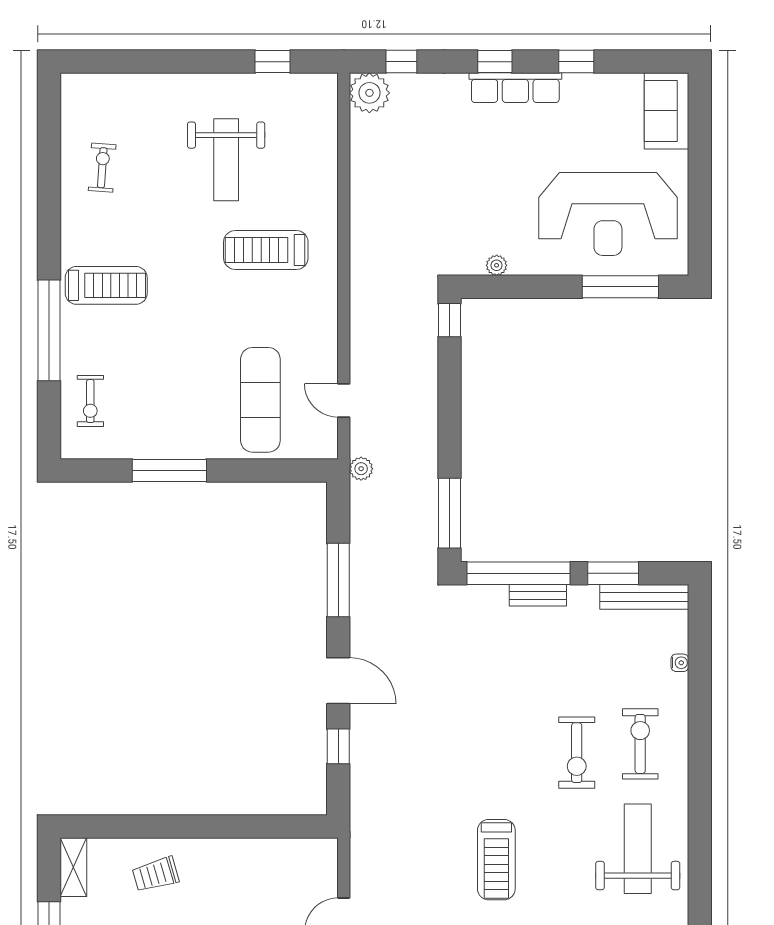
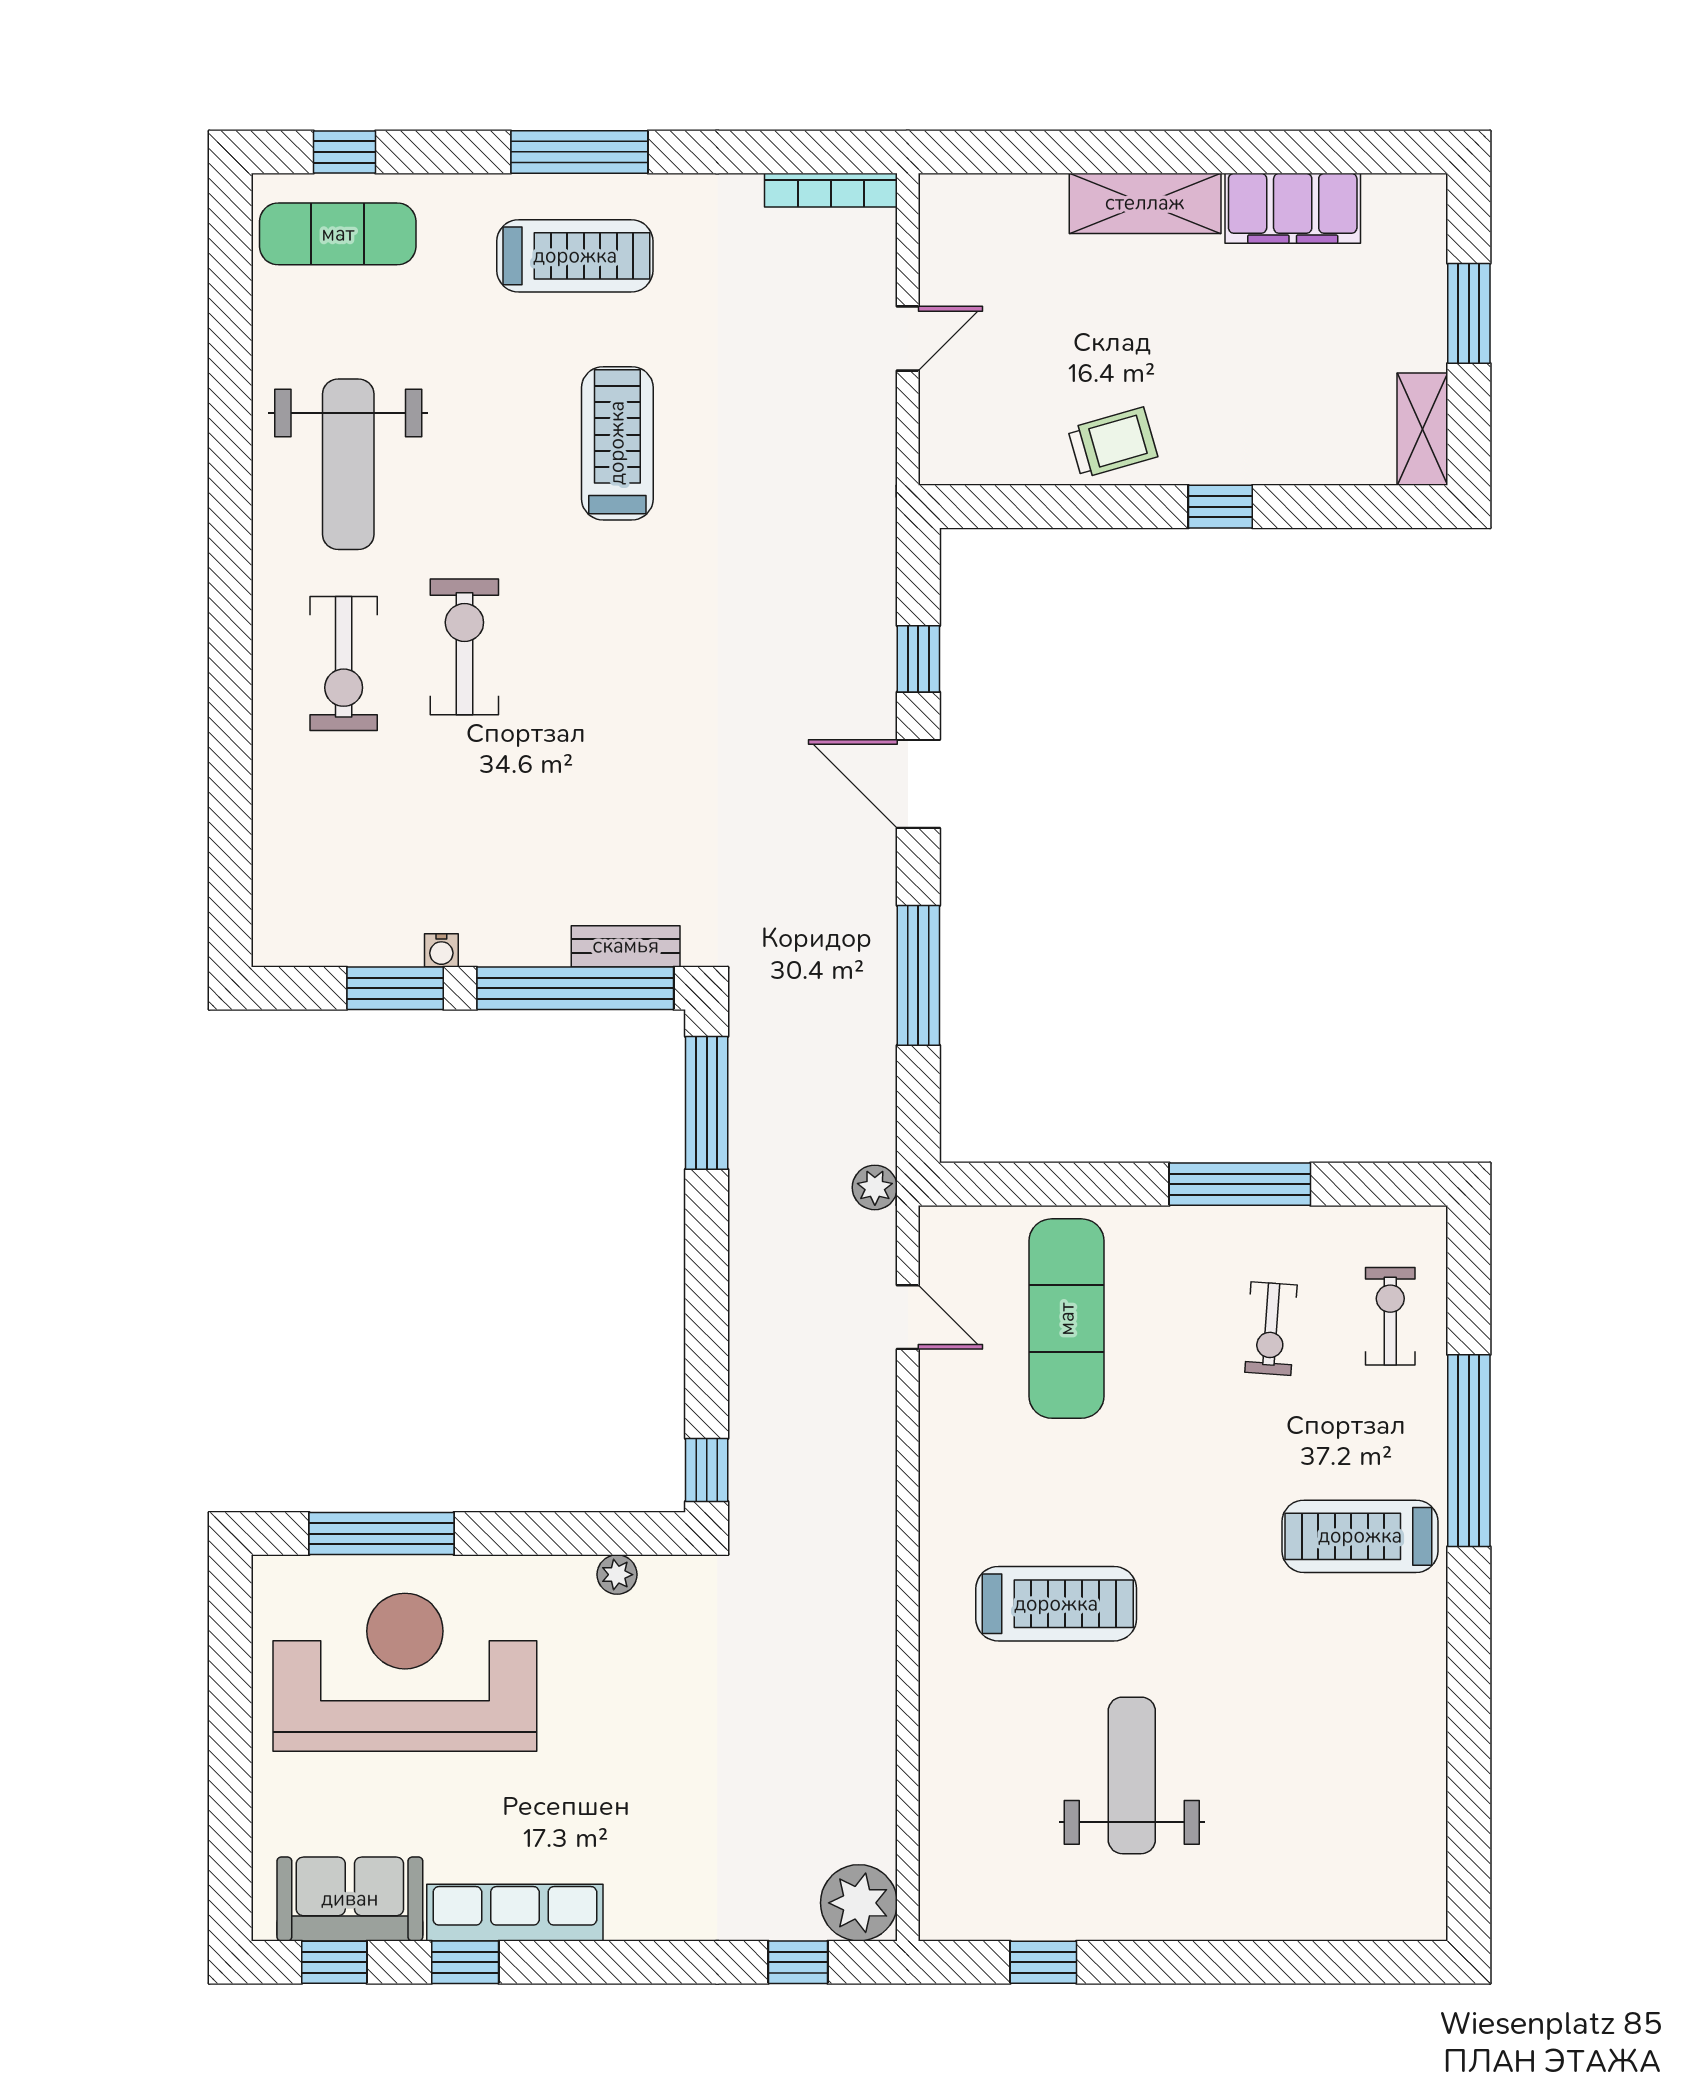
window: (495, 62) -> (334, 1962), moved
row of seats: (515, 88) -> (515, 1913), moved
sofa: (667, 111) -> (350, 1899), moved, turned -90
exercise bike: (102, 168) -> (1271, 1329), moved
bench: (538, 595) -> (626, 946), moved
bench: (644, 597) -> (336, 943), removed
water cooler: (680, 663) -> (441, 950), moved, turned -90
window: (180, 826) -> (1220, 507), added
trolley: (156, 874) -> (1113, 443), moved

